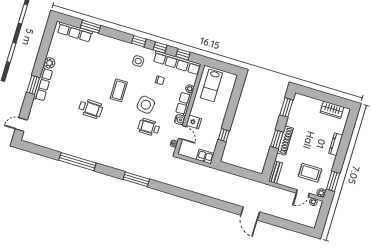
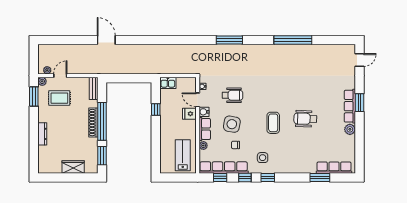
side table: (146, 105) -> (232, 124), moved
wheelchair: (91, 109) -> (305, 119), moved
wardrobe: (332, 110) -> (73, 167), moved
window: (277, 139) -> (102, 121), width x2.11

